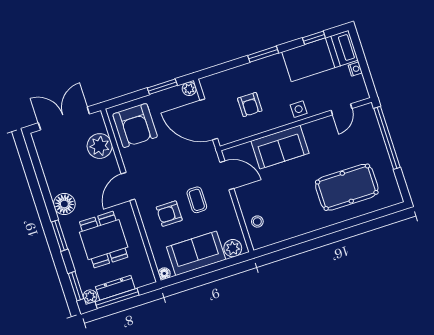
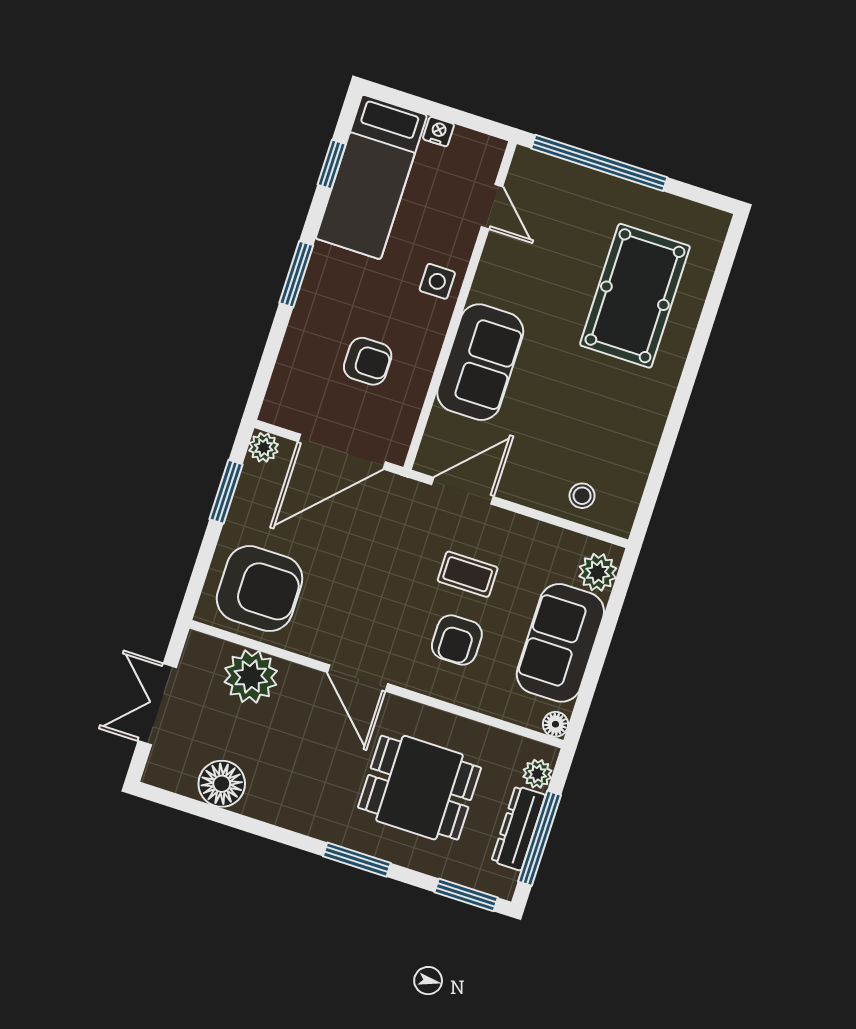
double door: (64, 118) -> (157, 704), width x0.73
floor lamp: (64, 204) -> (222, 784), moved
plant: (90, 296) -> (537, 774), moved

